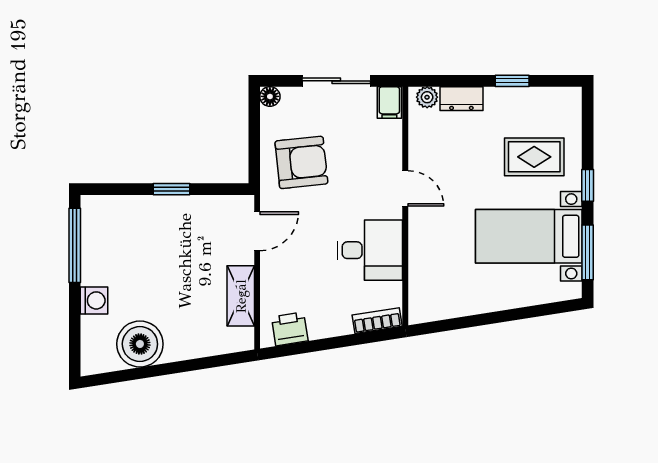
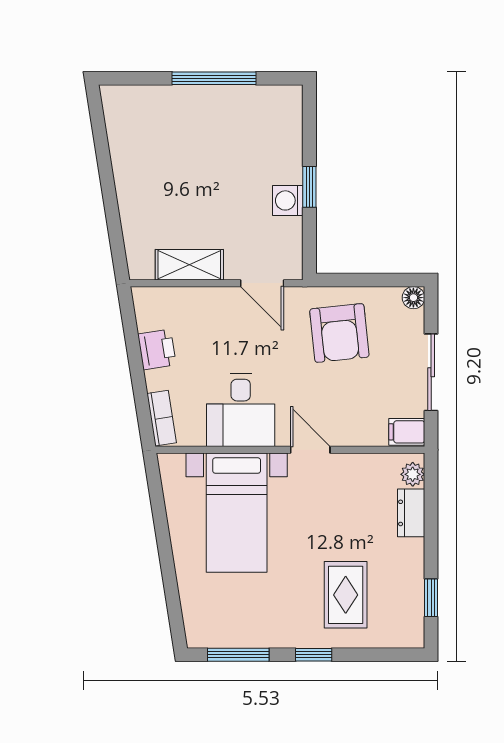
window: (512, 81) -> (431, 598), moved
door: (405, 188) -> (310, 450), swing flipped
bed with nightstands: (529, 236) -> (237, 513), moved, turned 180
window: (75, 245) -> (214, 78), moved
washing machine: (94, 300) -> (288, 200), moved, turned 90
printer: (290, 329) -> (157, 349), moved
boiler: (140, 344) -> (135, 151), removed

